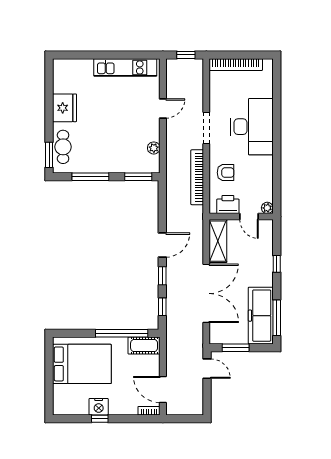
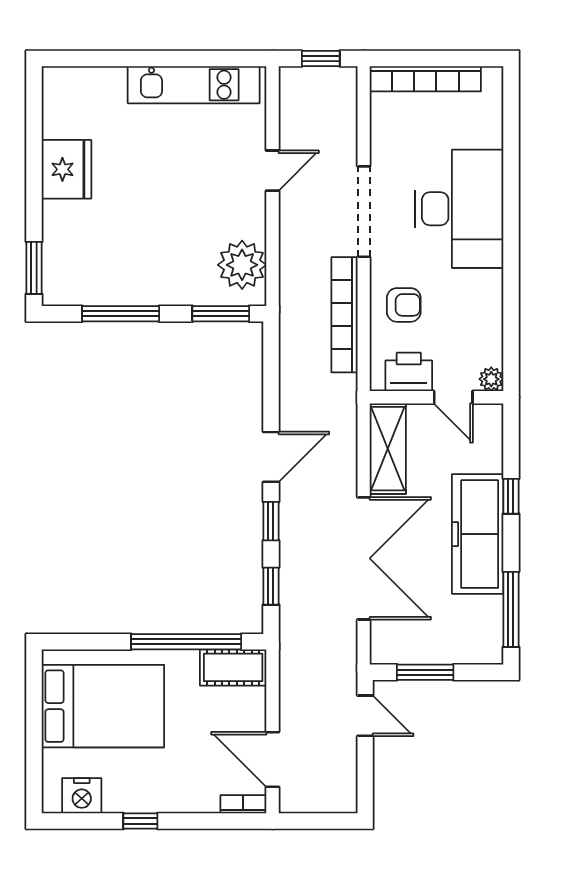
doorway: (206, 128) -> (364, 212), width x1.36
cafe table: (63, 147) -> (63, 251), removed
plant: (154, 148) -> (242, 265), width x1.88, depth x1.88
freezer: (261, 316) -> (478, 534), moved
nightstand: (99, 407) -> (82, 796), moved

